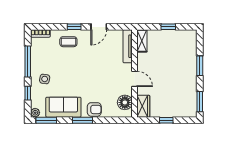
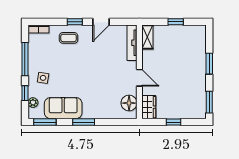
armchair: (94, 109) -> (96, 111), removed
plant: (35, 113) -> (33, 103), moved

